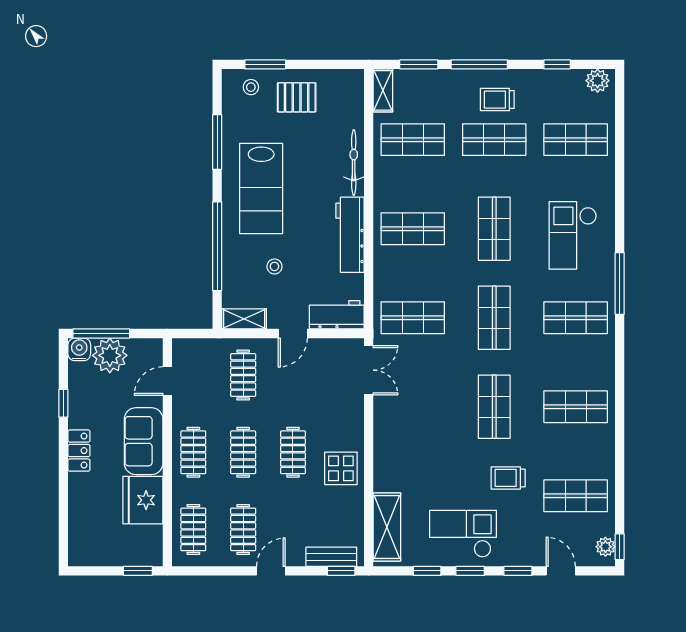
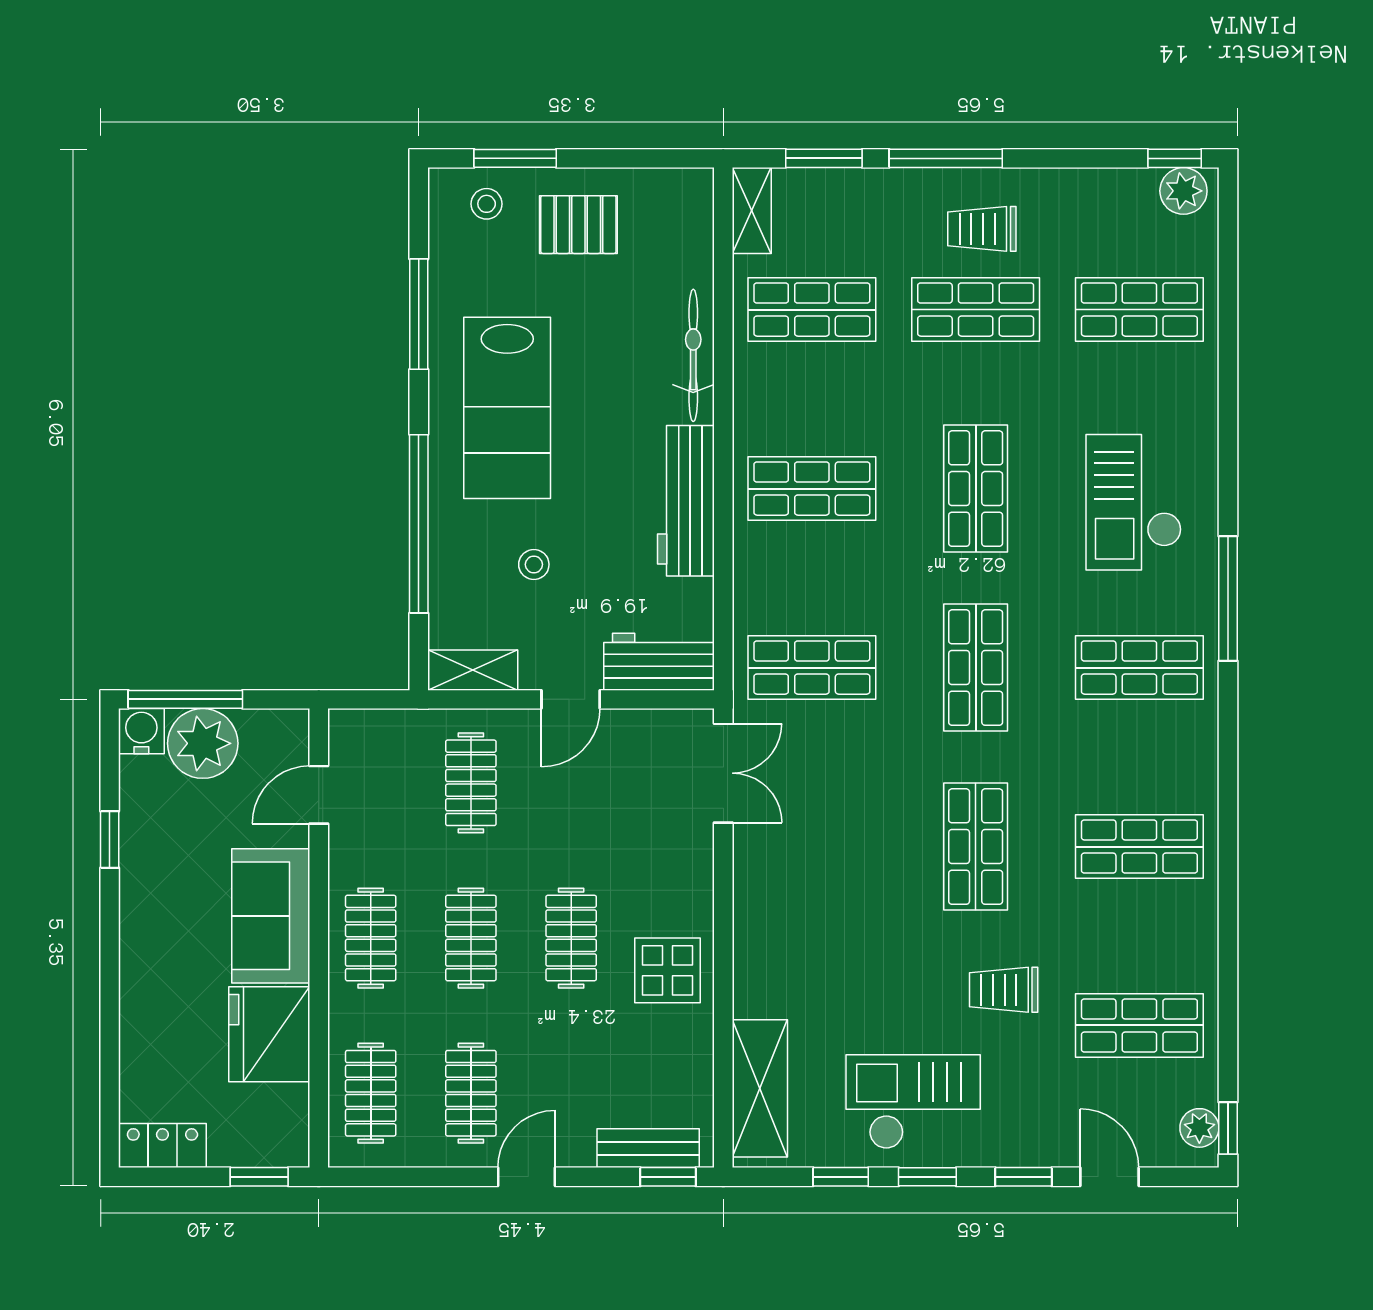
window: (557, 64) -> (1175, 158), moved
locker: (79, 451) -> (162, 1145), moved, turned -90

